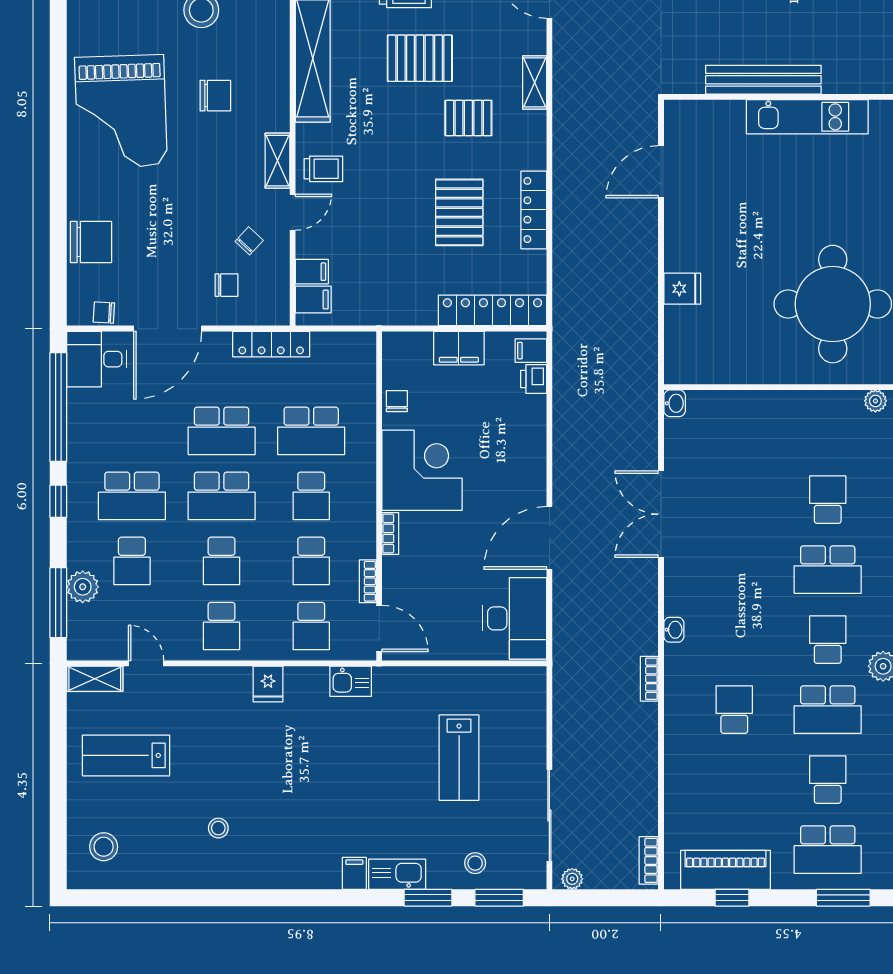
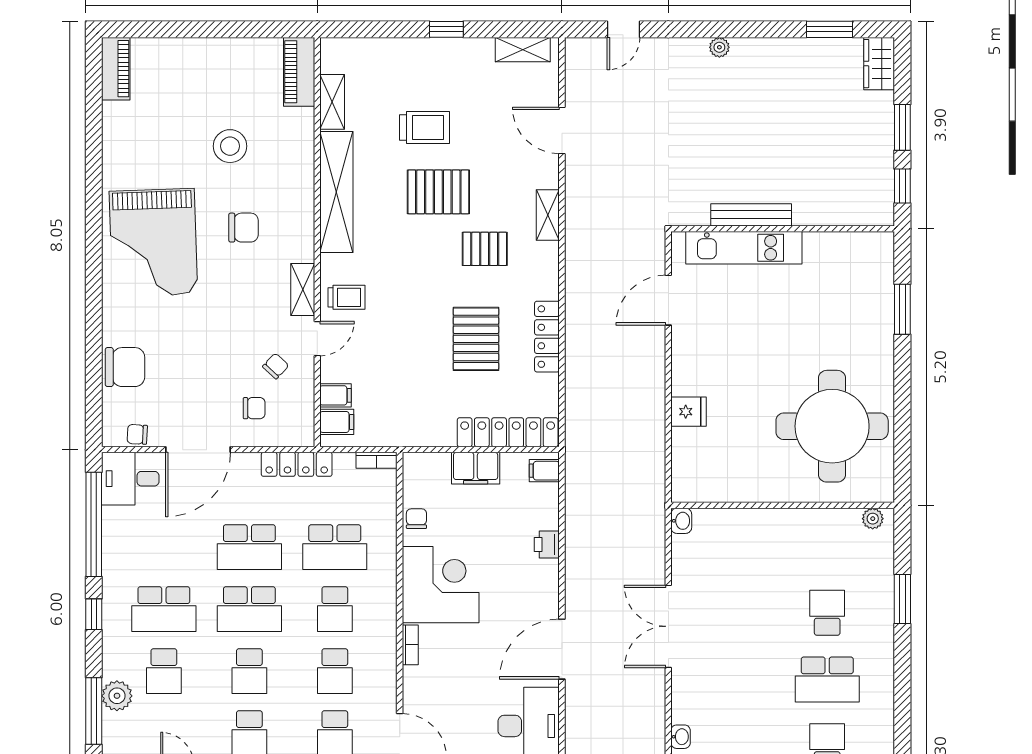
bench: (763, 80) -> (751, 215), width x0.73, depth x0.82
kitchen unit: (807, 117) -> (744, 248), moved
printer: (534, 379) -> (547, 544), moved
bookcase: (368, 581) -> (377, 460), moved, turned -90

